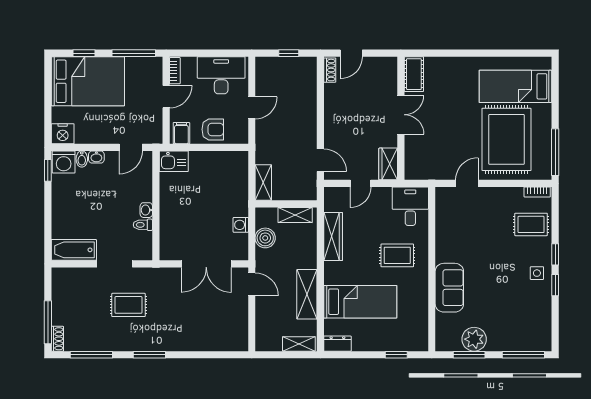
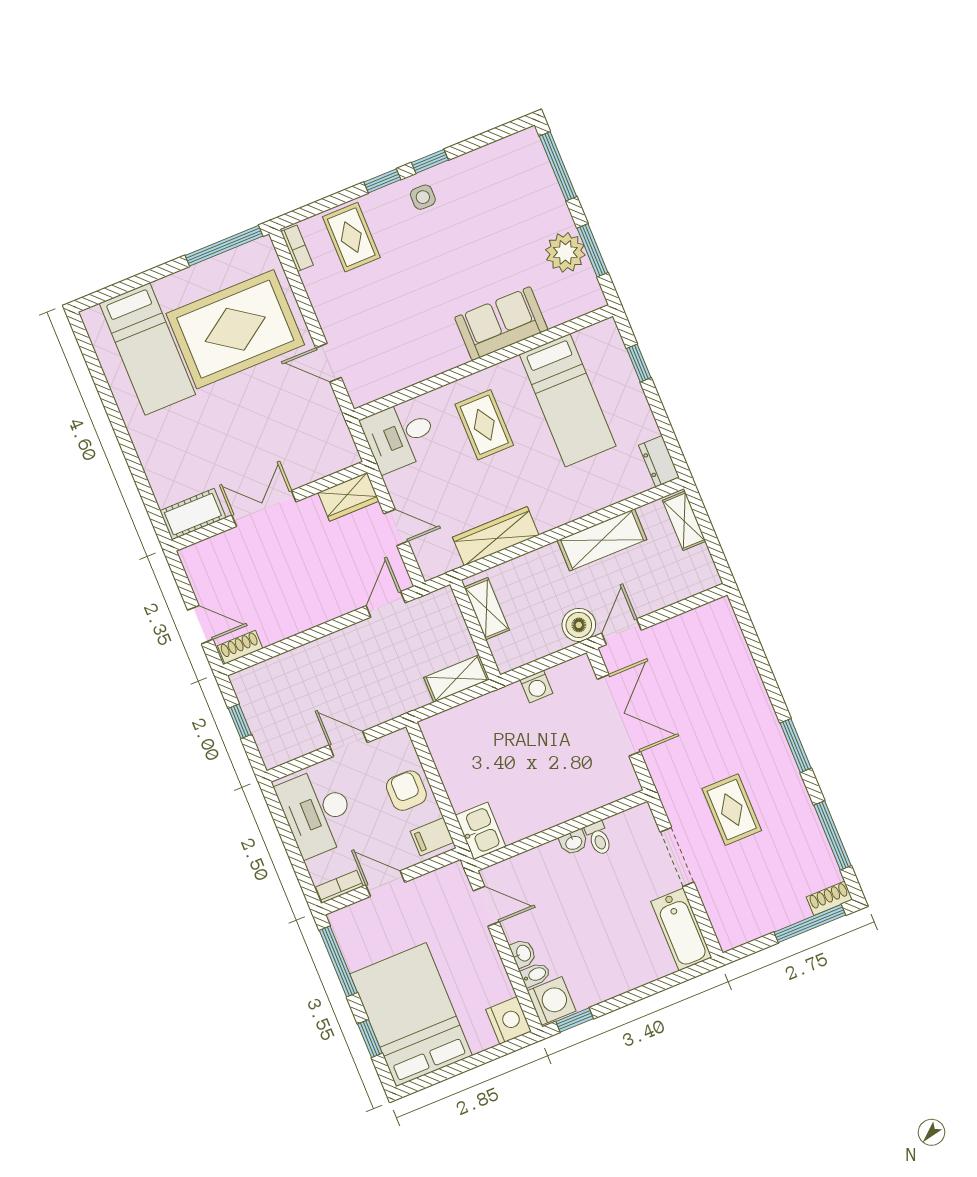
boiler: (265, 238) -> (579, 625), moved
bed: (360, 302) -> (568, 400), moved, turned 180

